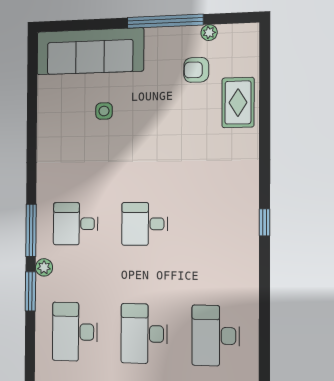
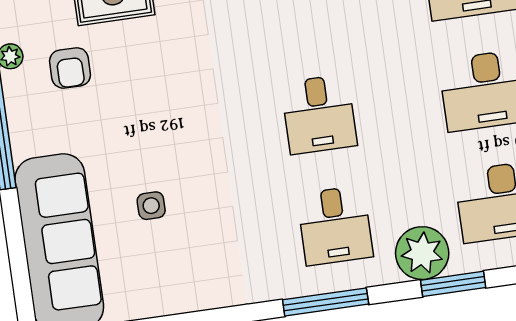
window: (31, 230) -> (326, 302), moved
plant: (44, 267) -> (422, 253), width x1.87, depth x1.87

